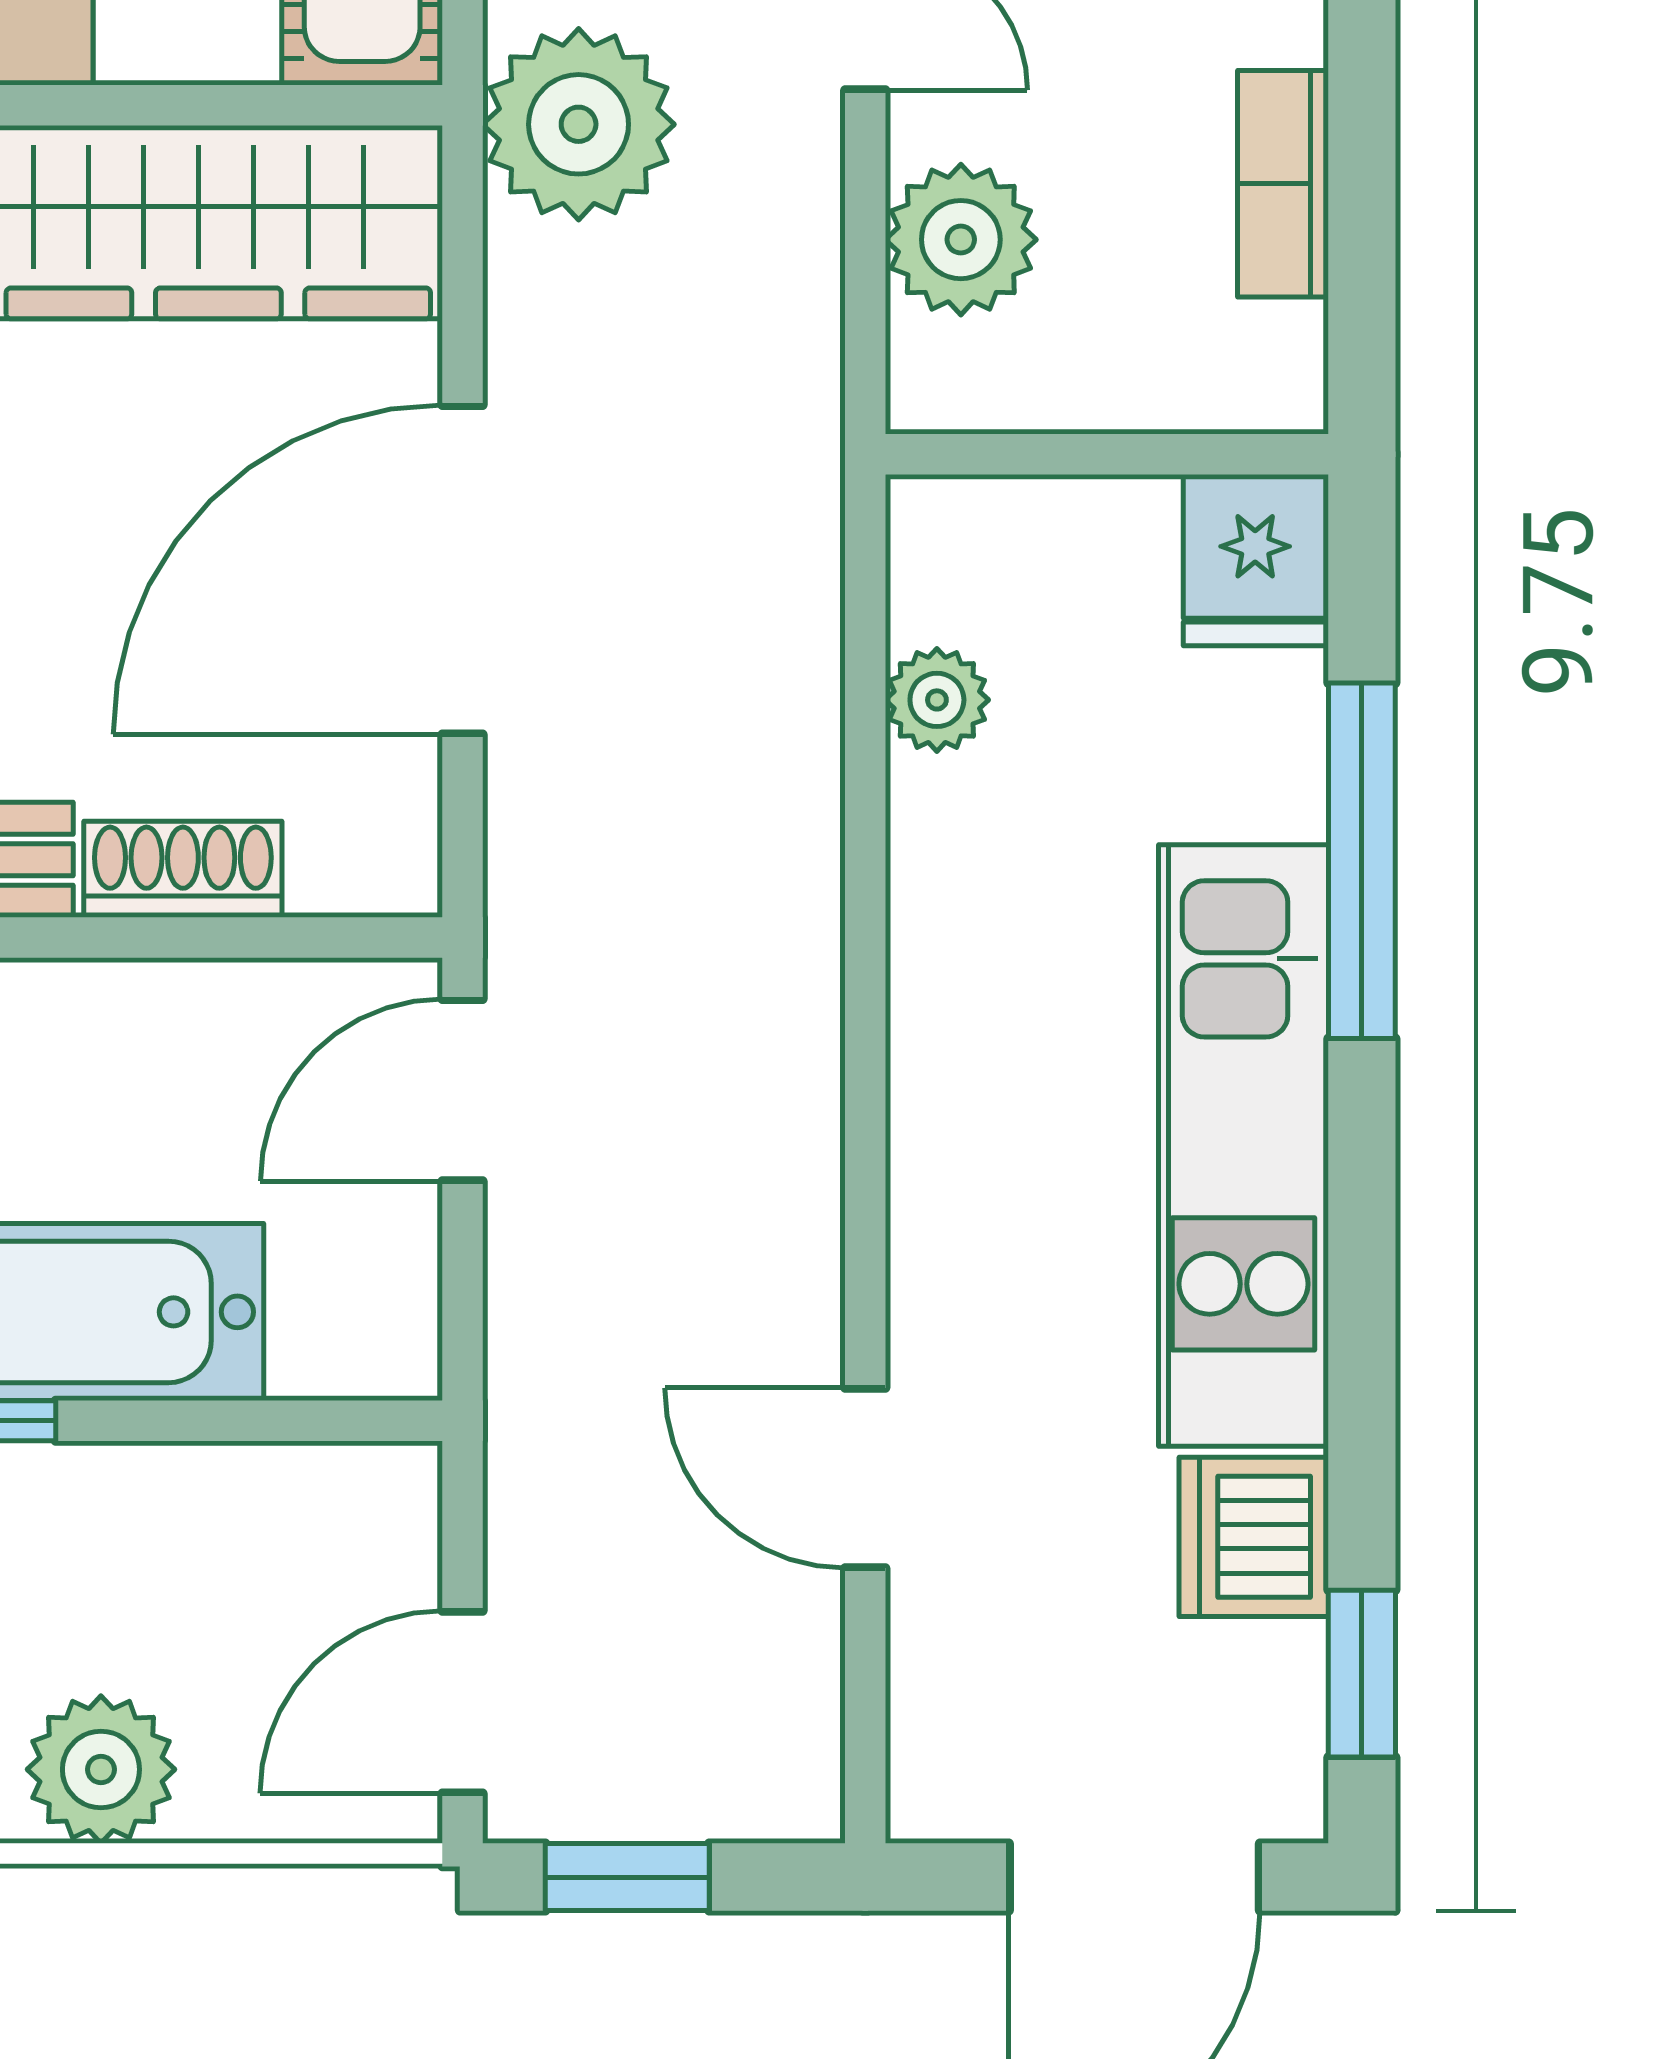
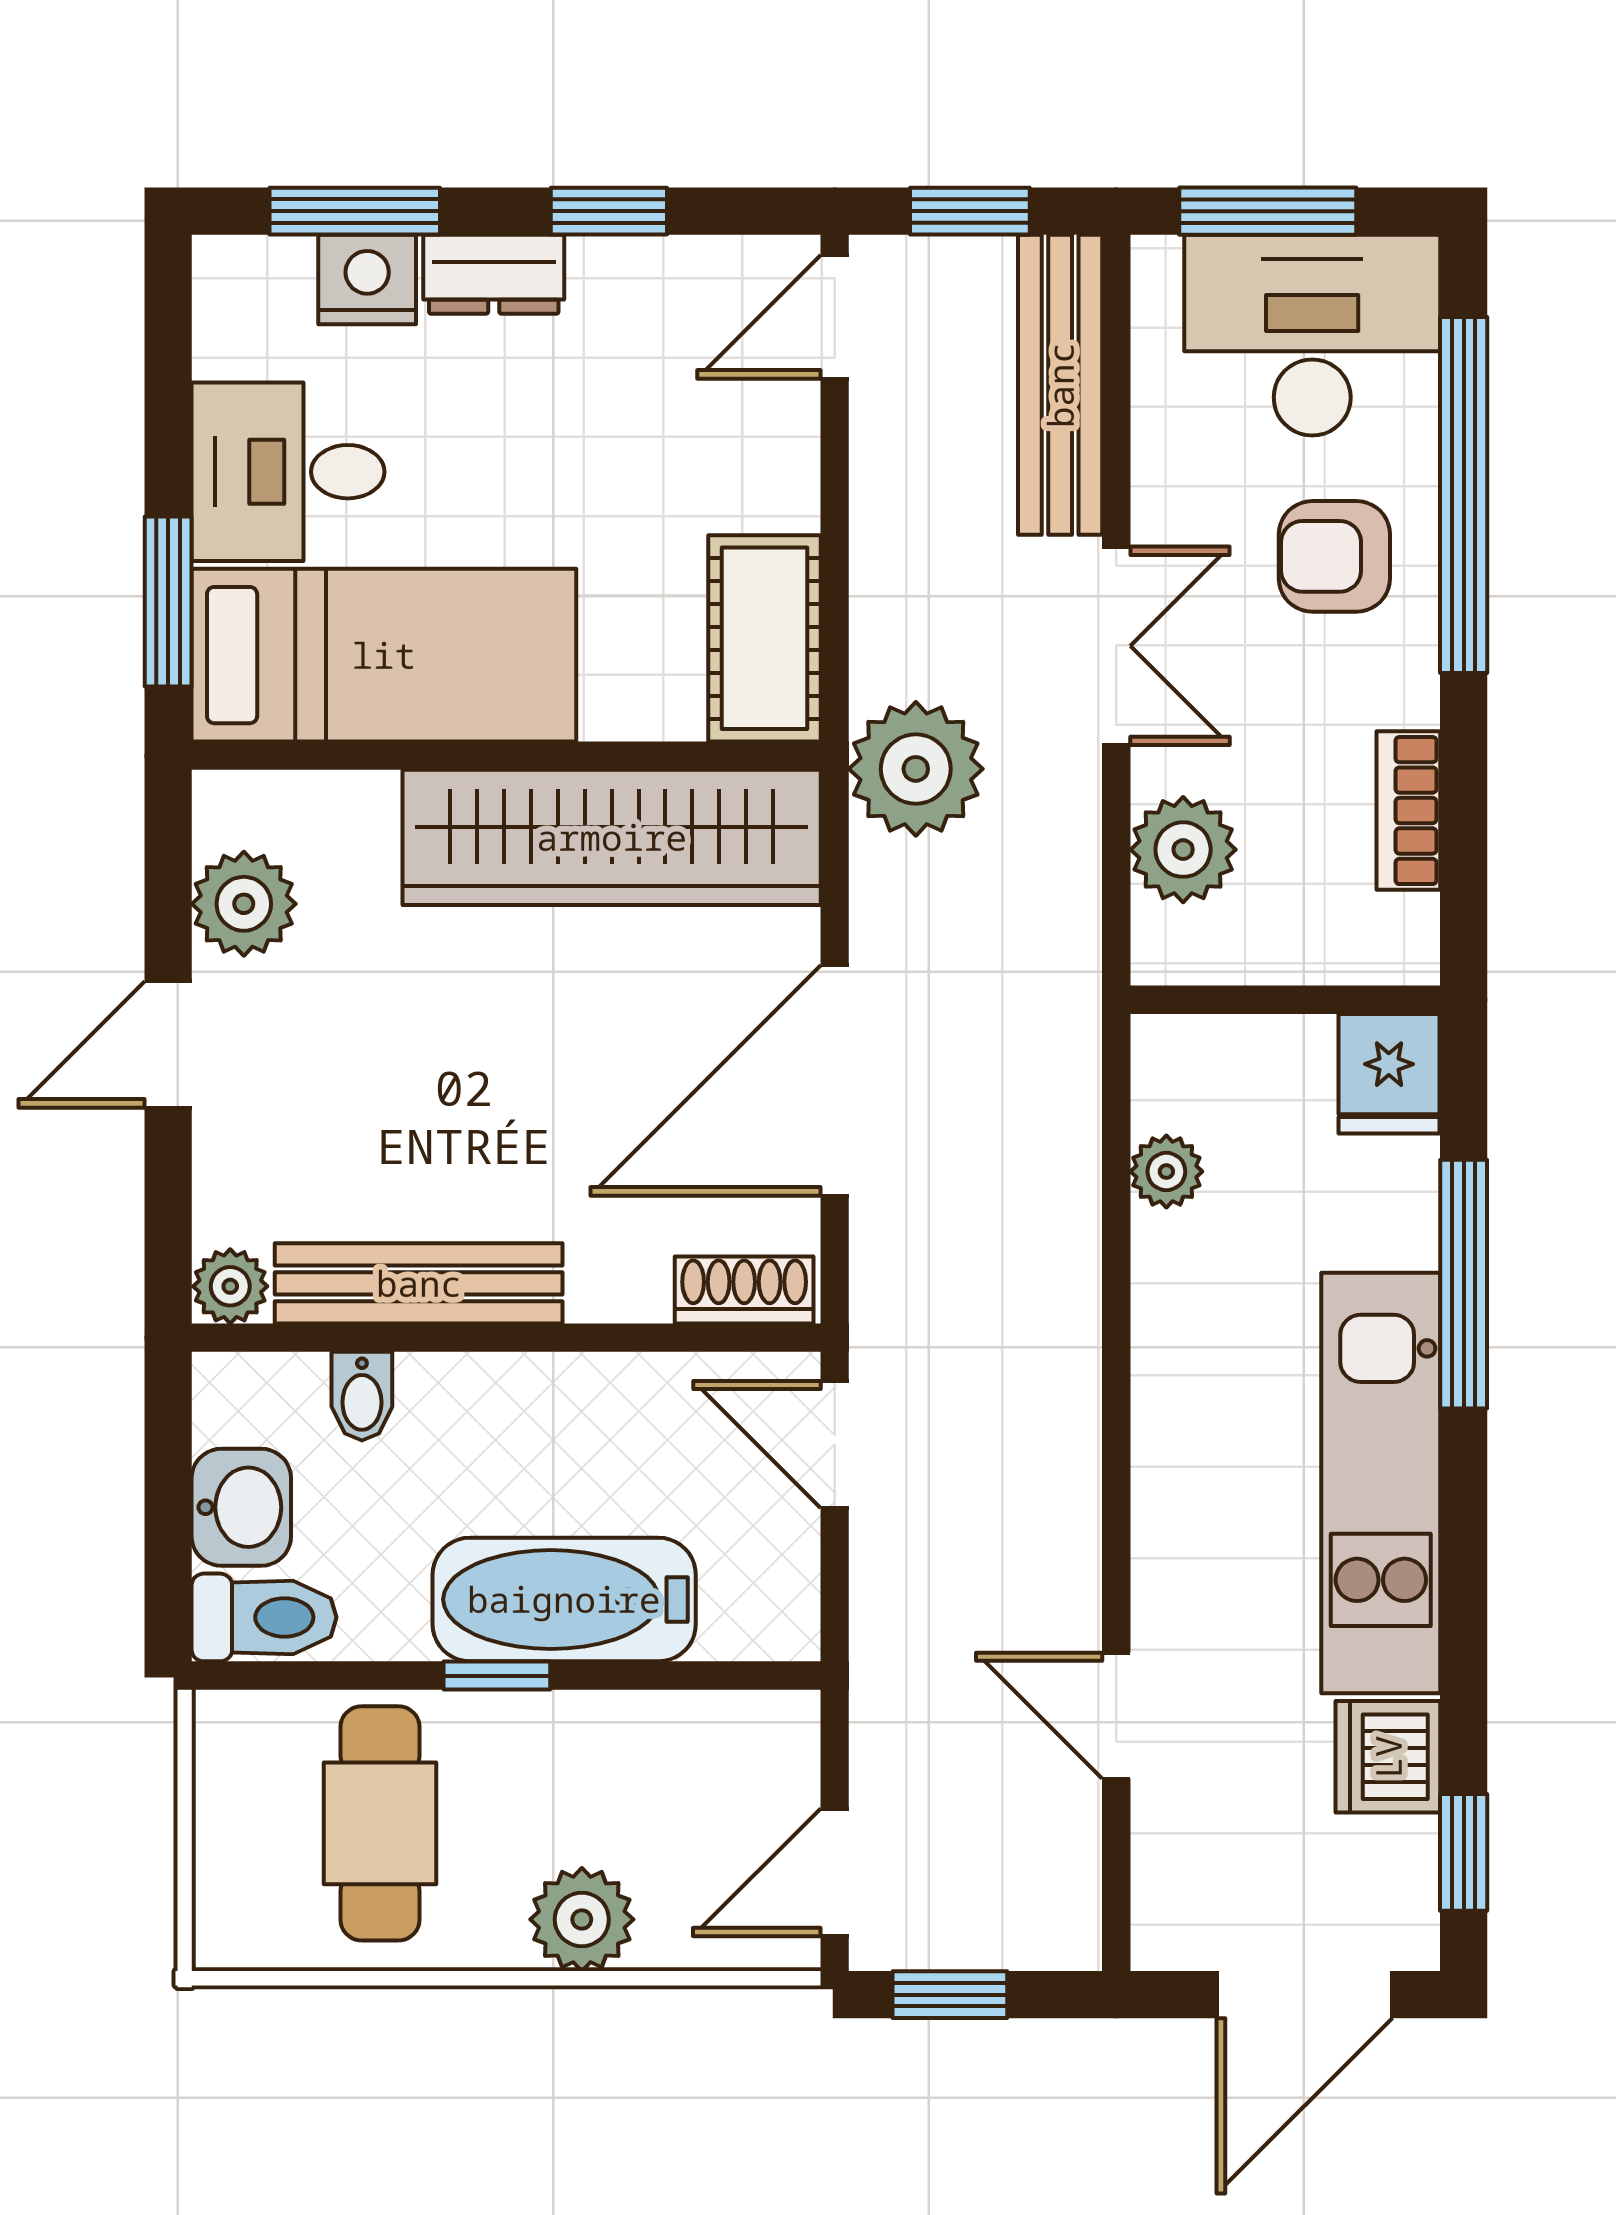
shoe rack: (183, 869) -> (744, 1290), moved
door: (463, 1090) -> (835, 1444), hinge flipped

